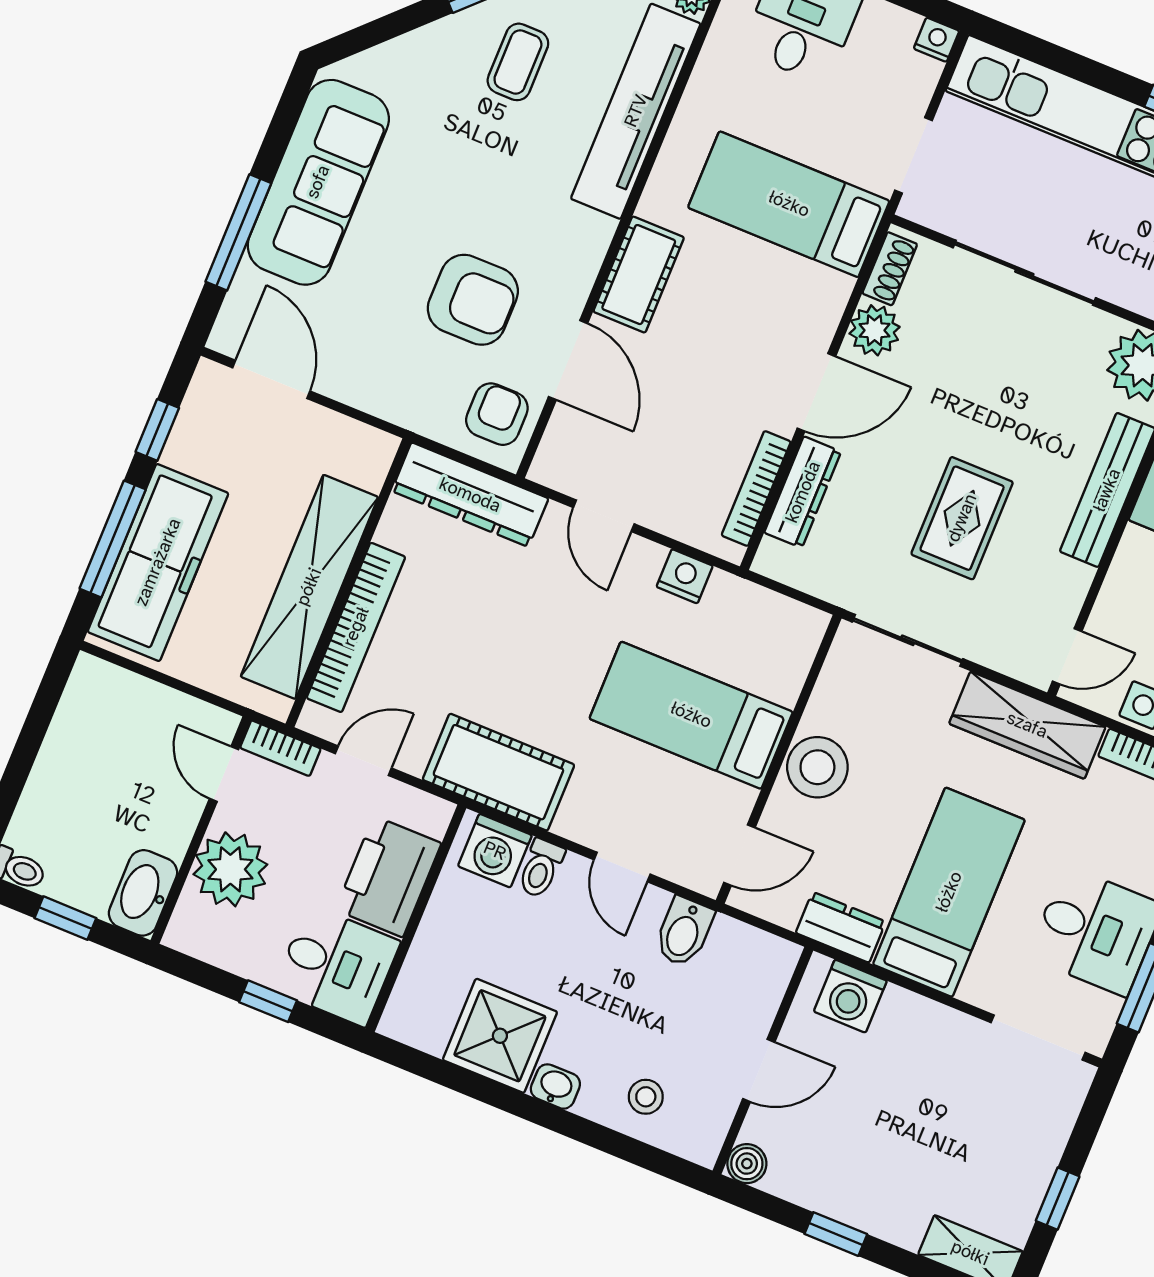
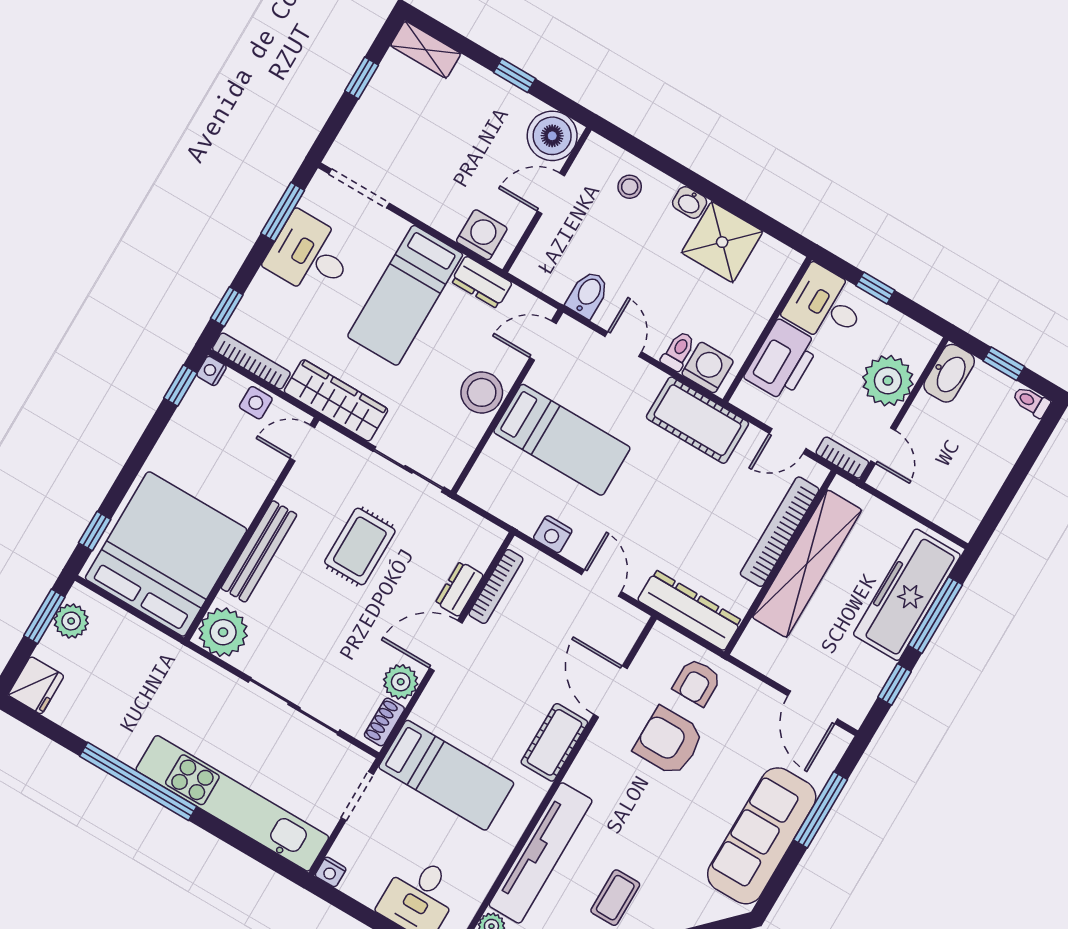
armchair: (497, 414) -> (697, 682), moved
dresser: (803, 492) -> (459, 589), width x0.70
boiler: (747, 1164) -> (552, 136), width x1.86, depth x1.86

